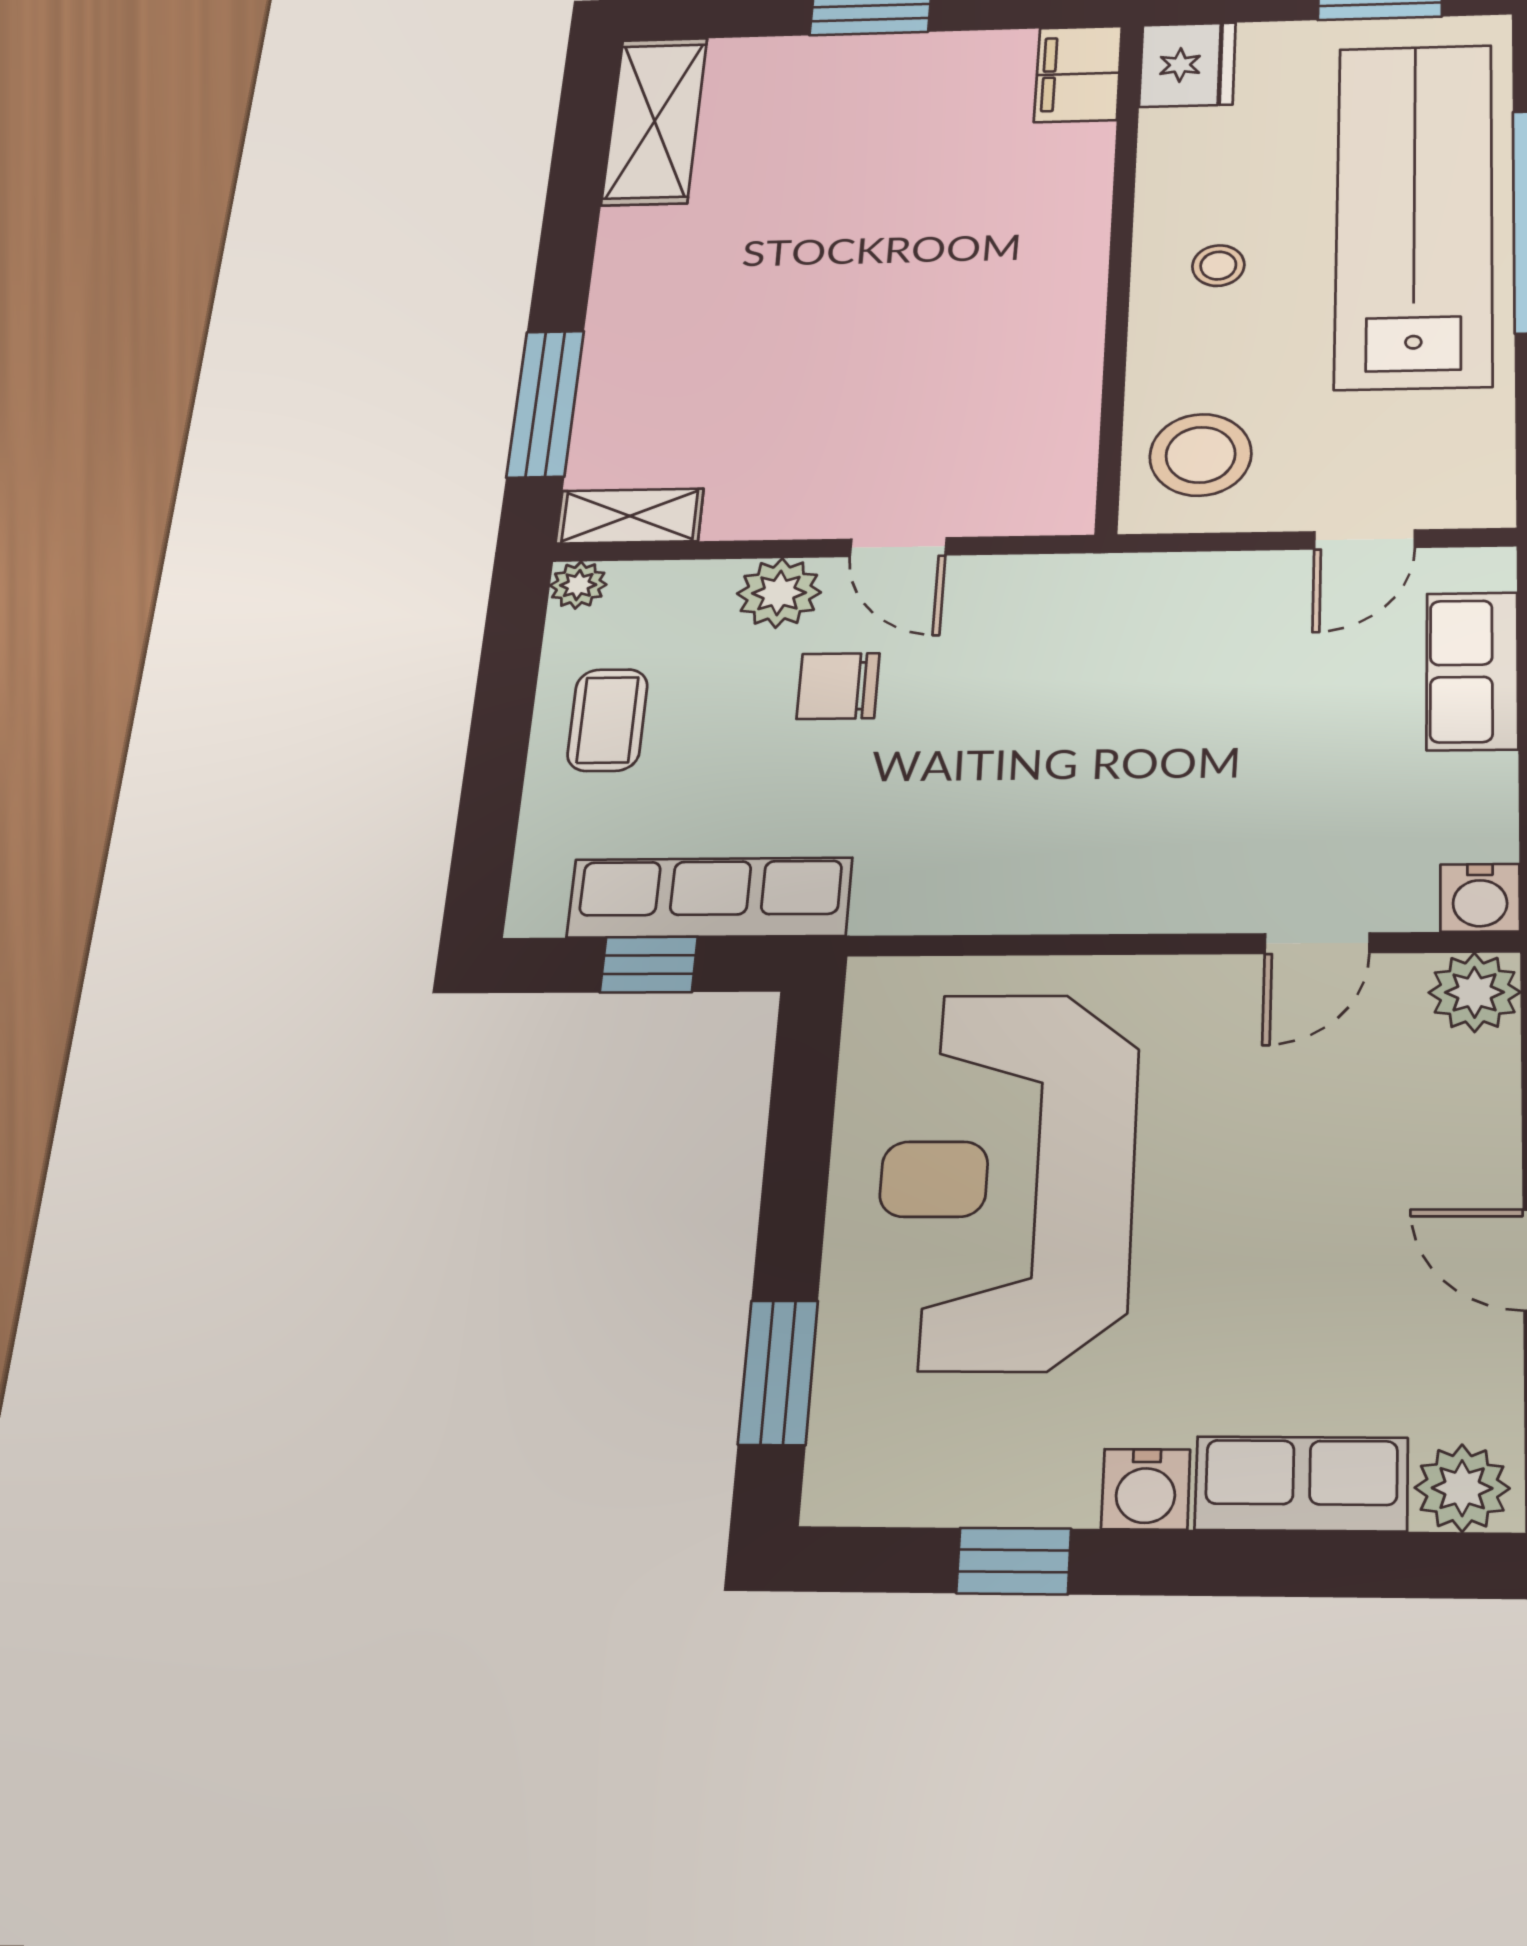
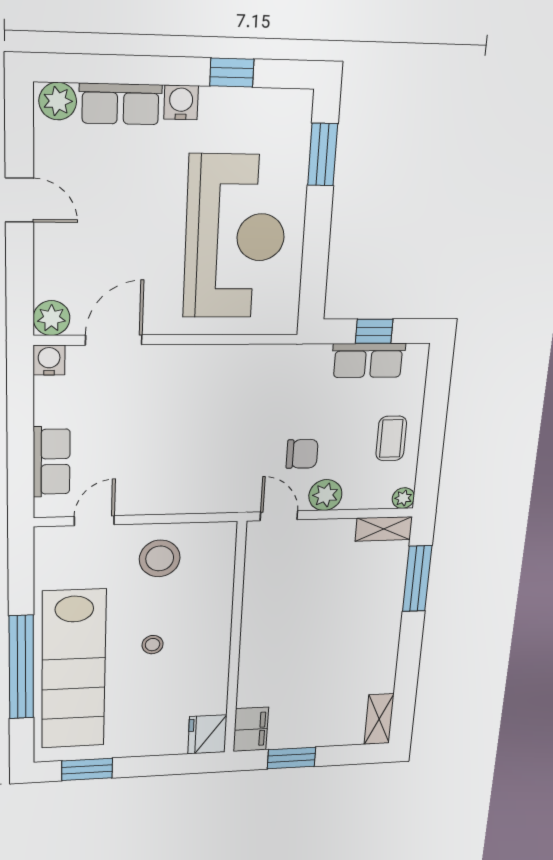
fridge: (1188, 65) -> (207, 734), moved
filing cabinet: (1078, 74) -> (251, 729), moved
shelving: (655, 121) -> (379, 719), width x0.67, depth x0.75
wall: (1120, 270) -> (235, 640), moved
row of seats: (710, 897) -> (368, 360), width x0.68
door: (1317, 943) -> (114, 340), width x1.38

